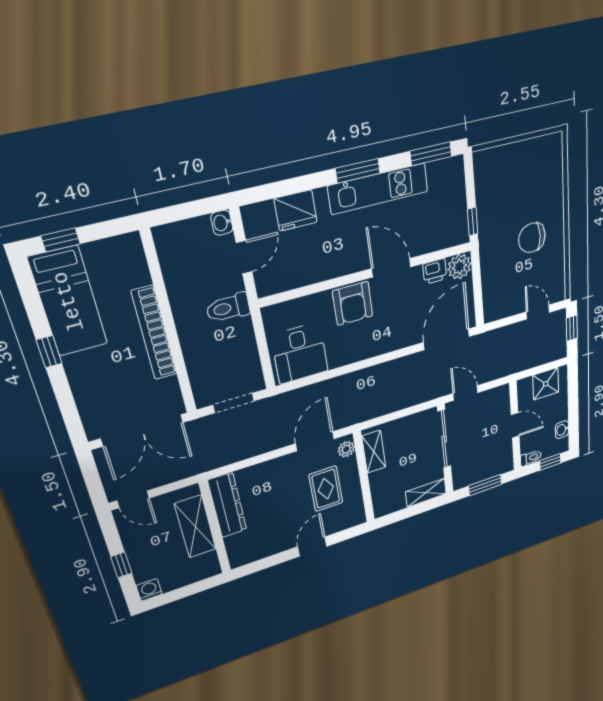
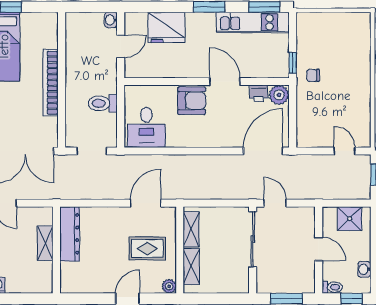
kitchen unit: (378, 189) -> (253, 22), moved
fridge: (296, 210) -> (166, 27), width x1.36, depth x1.34
chair: (532, 238) -> (313, 75), moved, width x0.54, depth x0.54
armchair: (353, 304) -> (192, 101), turned -90
toilet: (228, 308) -> (103, 103), moved
plant: (346, 449) -> (169, 286), moved
rug: (326, 489) -> (147, 249), turned 90
shelving: (426, 493) -> (191, 266), moved, turned 90
shelving: (195, 527) -> (45, 243), width x0.67, depth x0.75

